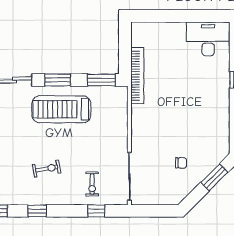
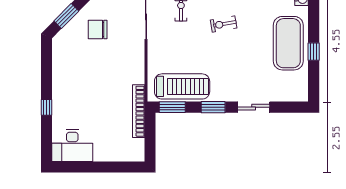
treadmill: (61, 109) -> (182, 86), moved
chair: (181, 163) -> (98, 29), width x1.87, depth x1.87

